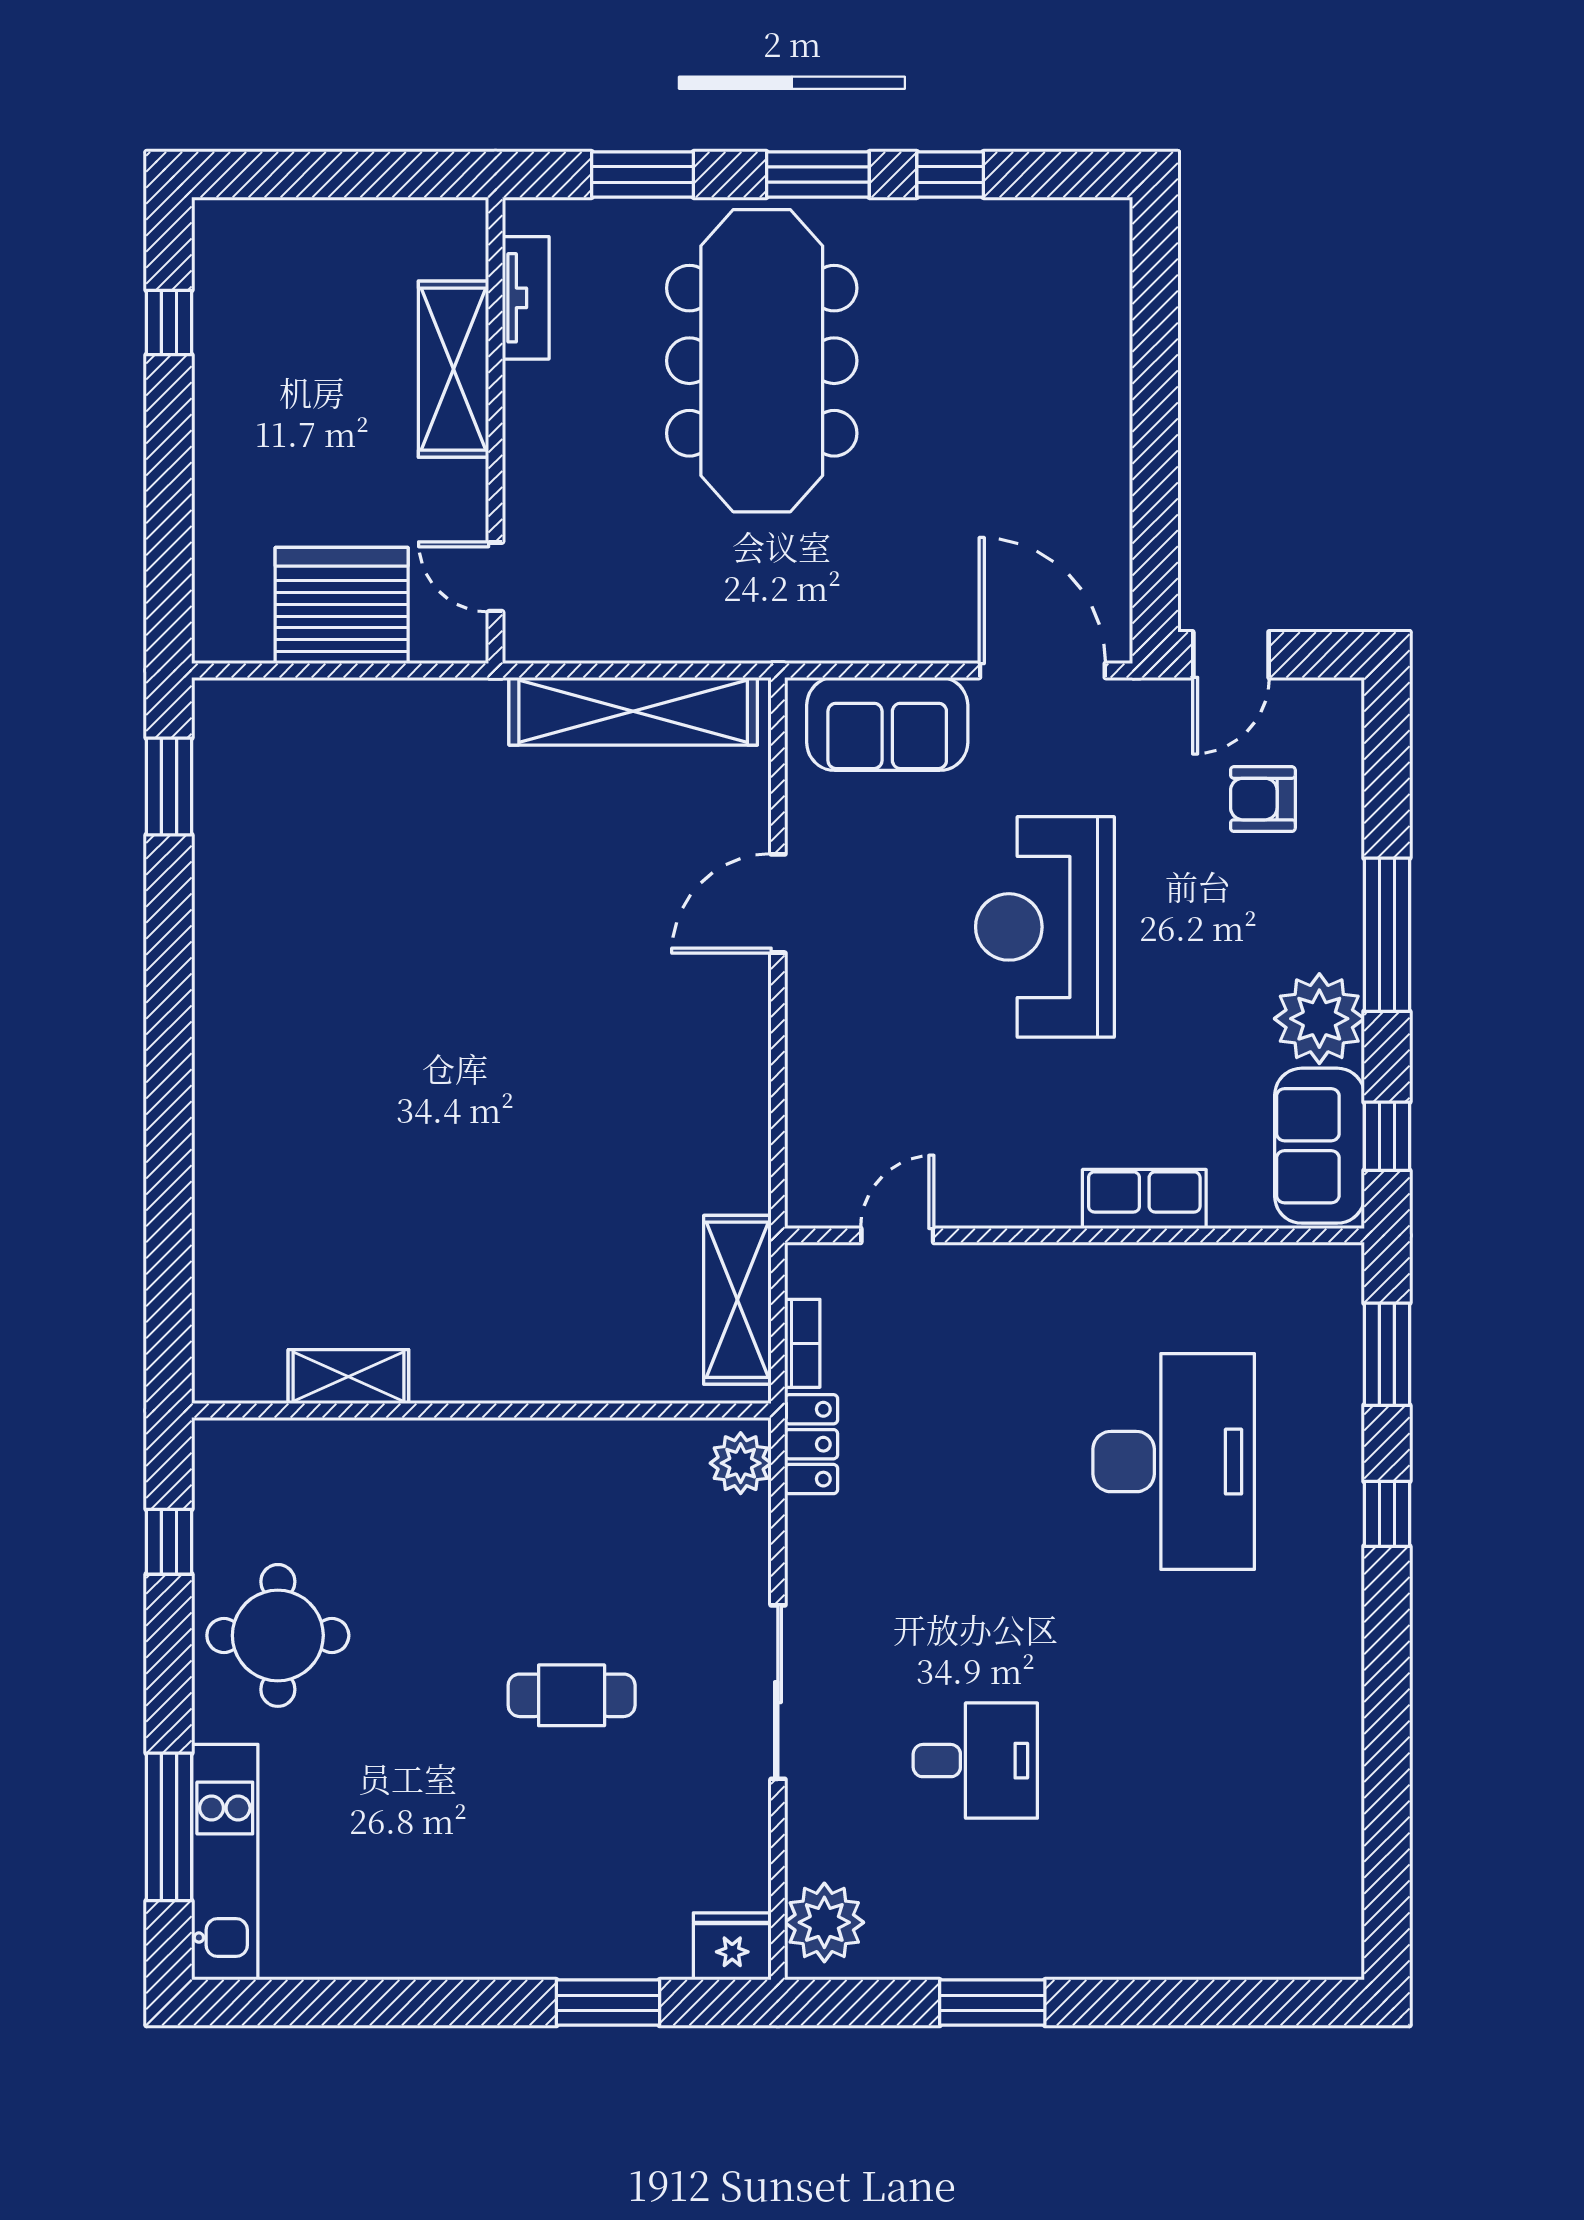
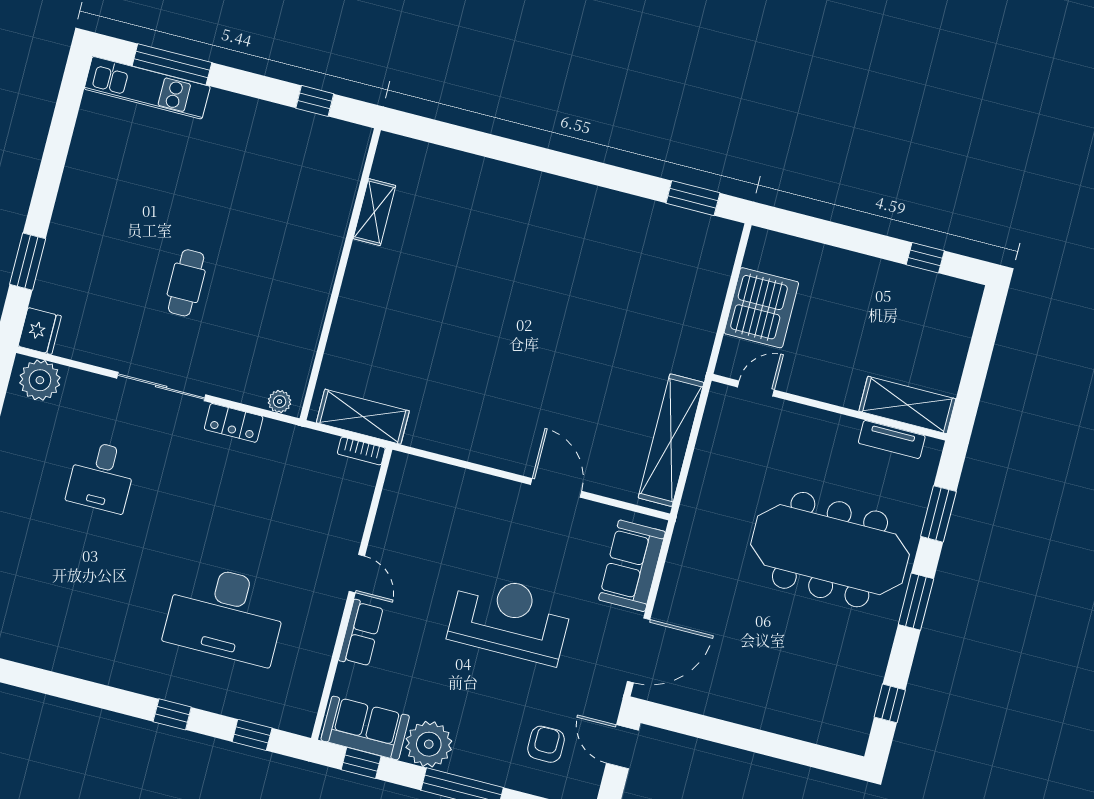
window: (950, 174) -> (890, 703), moved
shelving: (453, 369) -> (907, 405), moved
door: (897, 1235) -> (357, 574), moved
bookcase: (802, 1343) -> (361, 451), moved
window: (1387, 1354) -> (252, 735), width x0.67
locker: (811, 1444) -> (234, 423), moved
plant: (741, 1463) -> (280, 401), width x0.73, depth x0.73
round table: (278, 1635) -> (254, 143), removed

